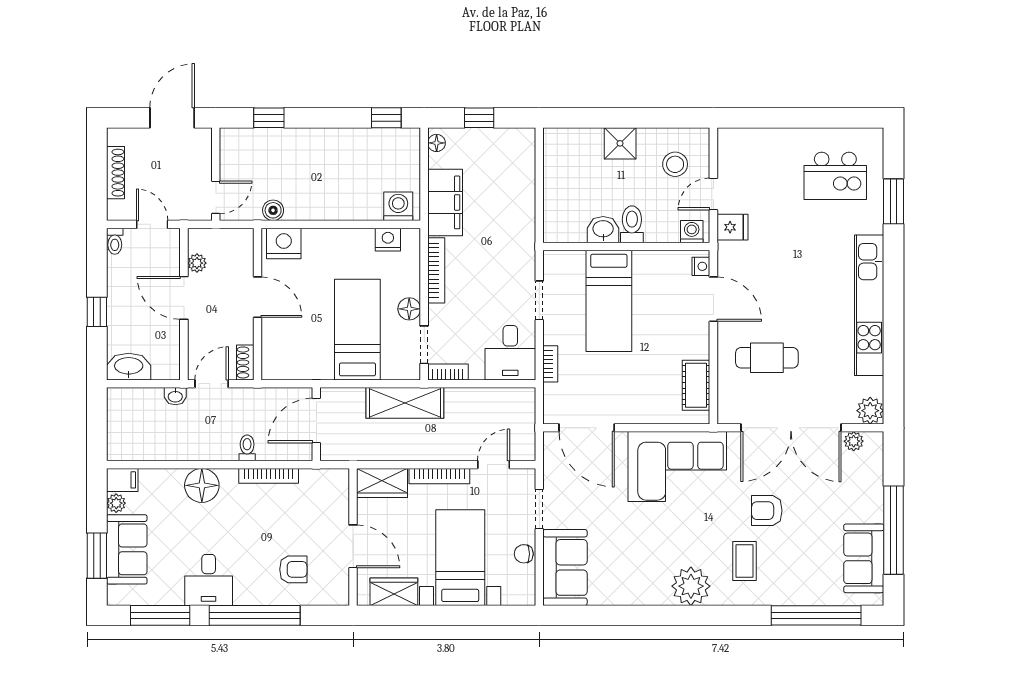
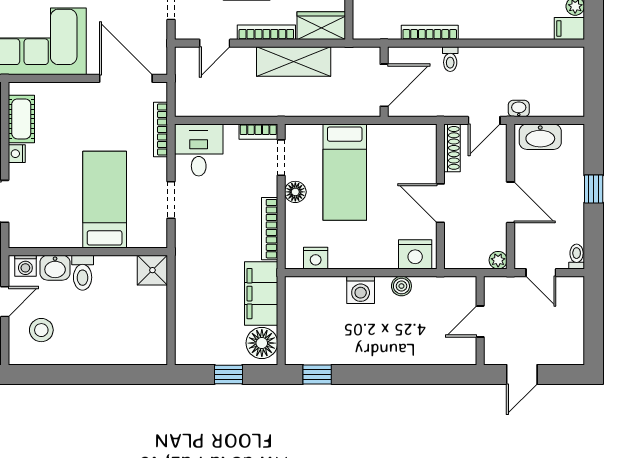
door: (172, 118) -> (522, 374), width x0.73
window: (269, 118) -> (429, 374), removed
floor lamp: (437, 143) -> (262, 343), width x1.89, depth x1.89
shower: (620, 143) -> (152, 270), moved
shoe rack: (116, 173) -> (576, 322), removed
door: (216, 197) -> (480, 321), moved
washing machine: (398, 206) -> (361, 290), moved
boiler: (273, 210) -> (401, 286), moved
washbasin: (603, 230) -> (55, 268), moved
plant: (197, 263) -> (498, 260), moved
nightstand: (701, 266) -> (17, 154), moved
shoe rack: (245, 362) -> (452, 148), width x1.43
bookcase: (550, 364) -> (161, 130), width x1.56
washbasin: (129, 367) -> (540, 137), moved
shelving: (405, 403) -> (294, 61), moved
floor lamp: (202, 485) -> (493, 23), removed

